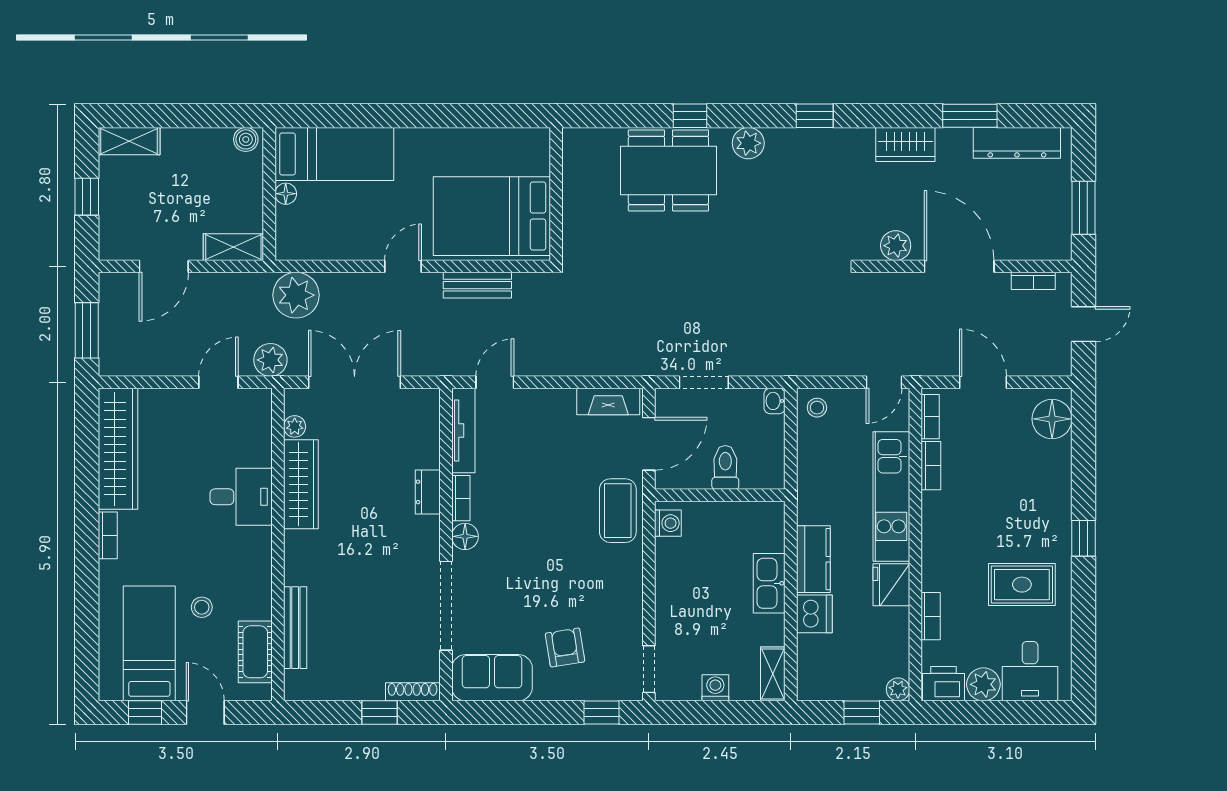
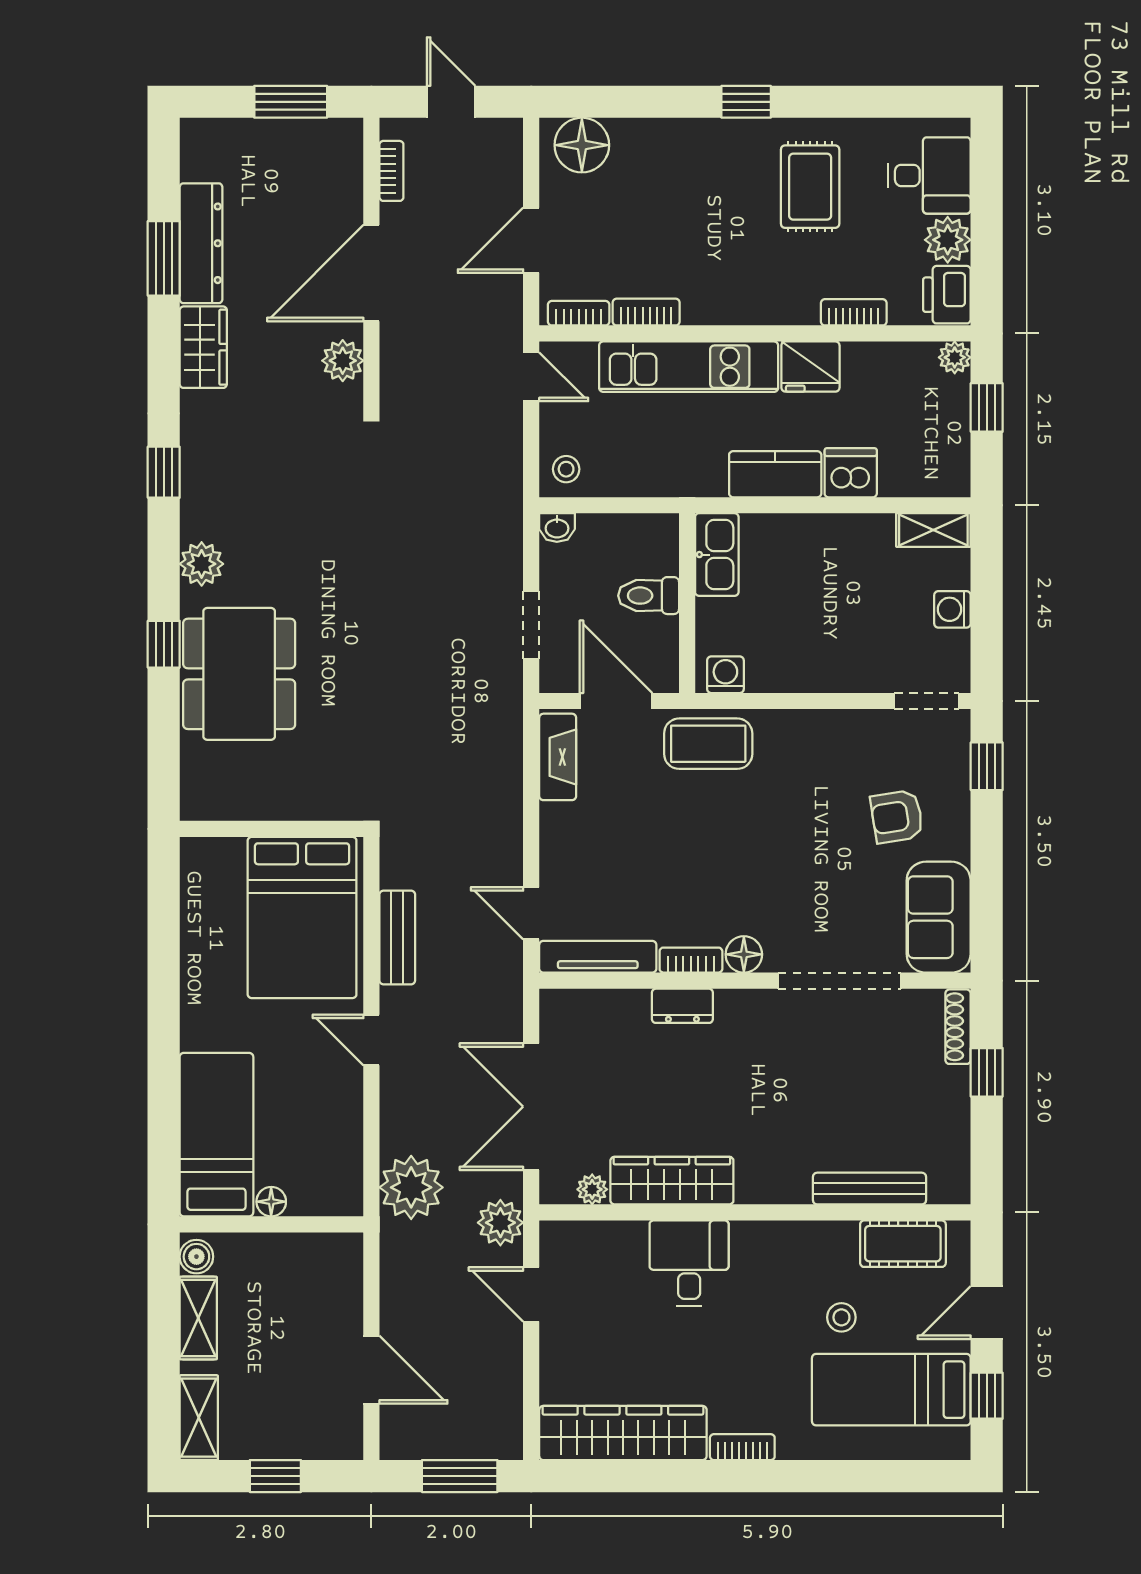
dresser: (1017, 143) -> (201, 243), moved
shelving: (233, 247) -> (198, 1318), moved
kitchen sink: (769, 583) -> (717, 555), moved, turned -90

